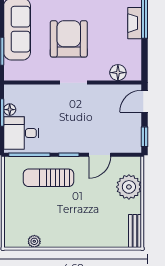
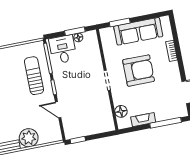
fireplace: (135, 23) -> (143, 120), moved
door: (145, 101) -> (104, 135), removed
plant: (129, 187) -> (29, 138), moved

